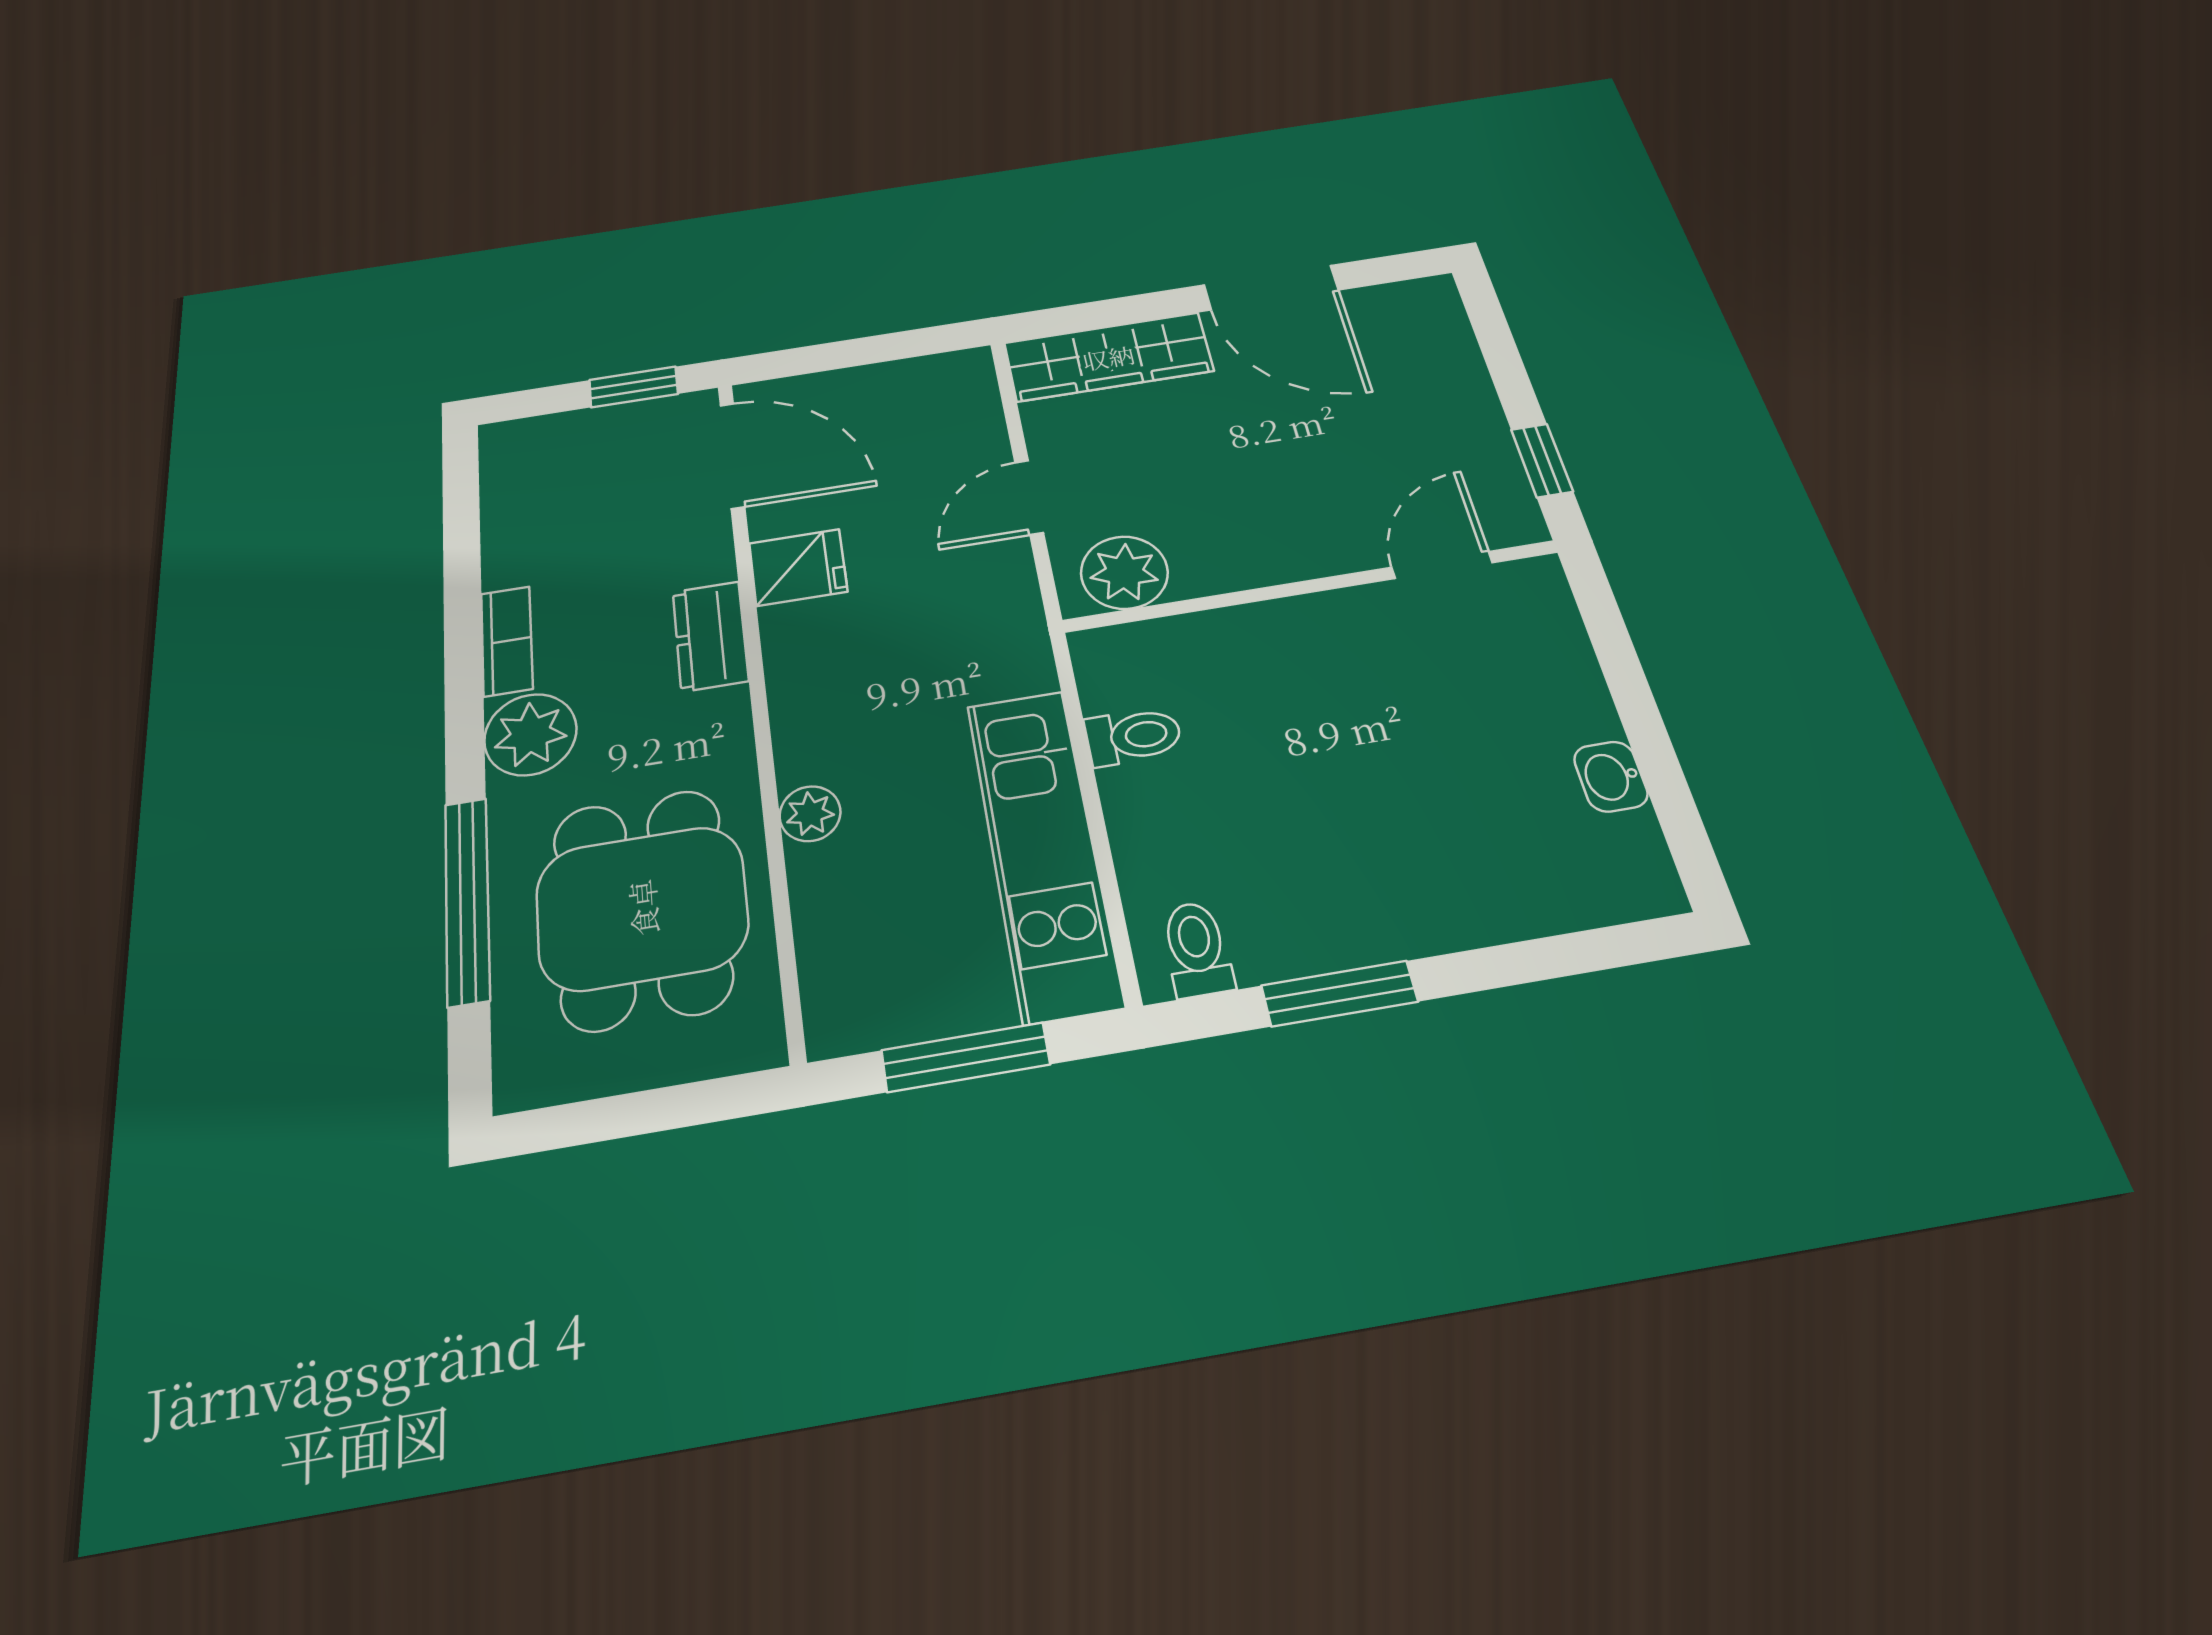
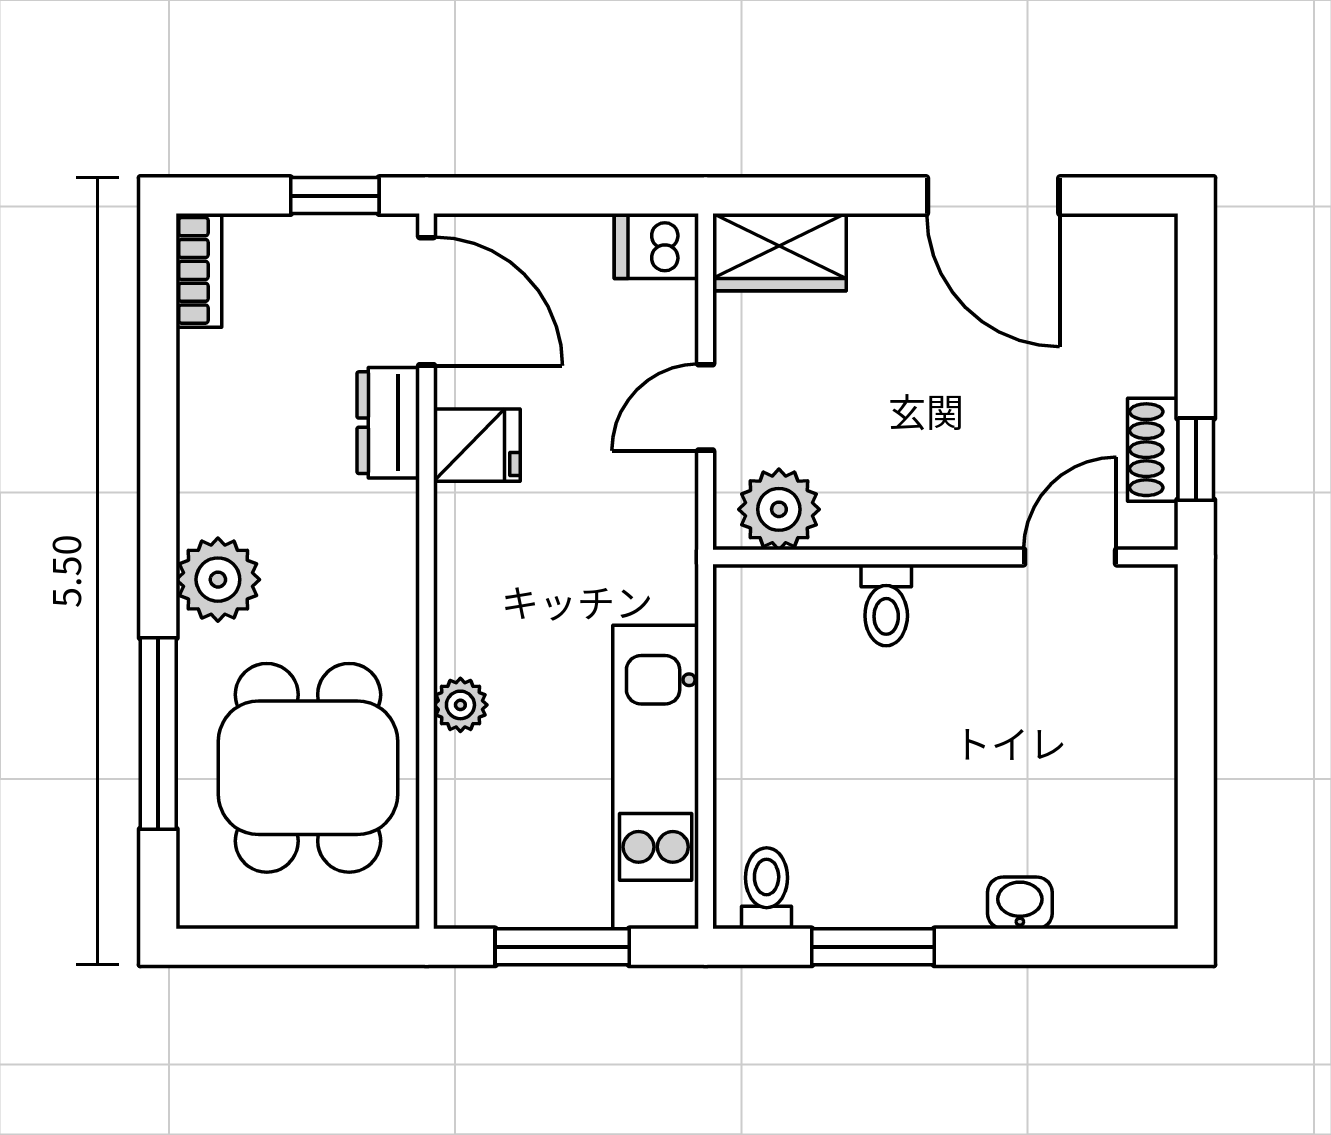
wardrobe: (1108, 357) -> (779, 252), width x0.67
dishwasher: (954, 376) -> (656, 246), added
shoe rack: (1495, 460) -> (1153, 450), added
dresser: (710, 636) -> (388, 423), moved
bookcase: (507, 641) -> (199, 270), moved
toilet: (1133, 736) -> (886, 605), moved, turned 90
washbasin: (1611, 776) -> (1020, 903), moved, turned 90

